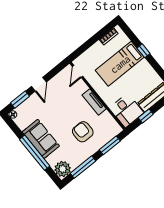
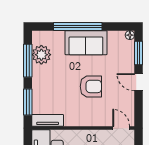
tv unit: (94, 102) -> (48, 120), moved
armchair: (83, 132) -> (91, 86), moved
plant: (63, 169) -> (41, 55), moved

